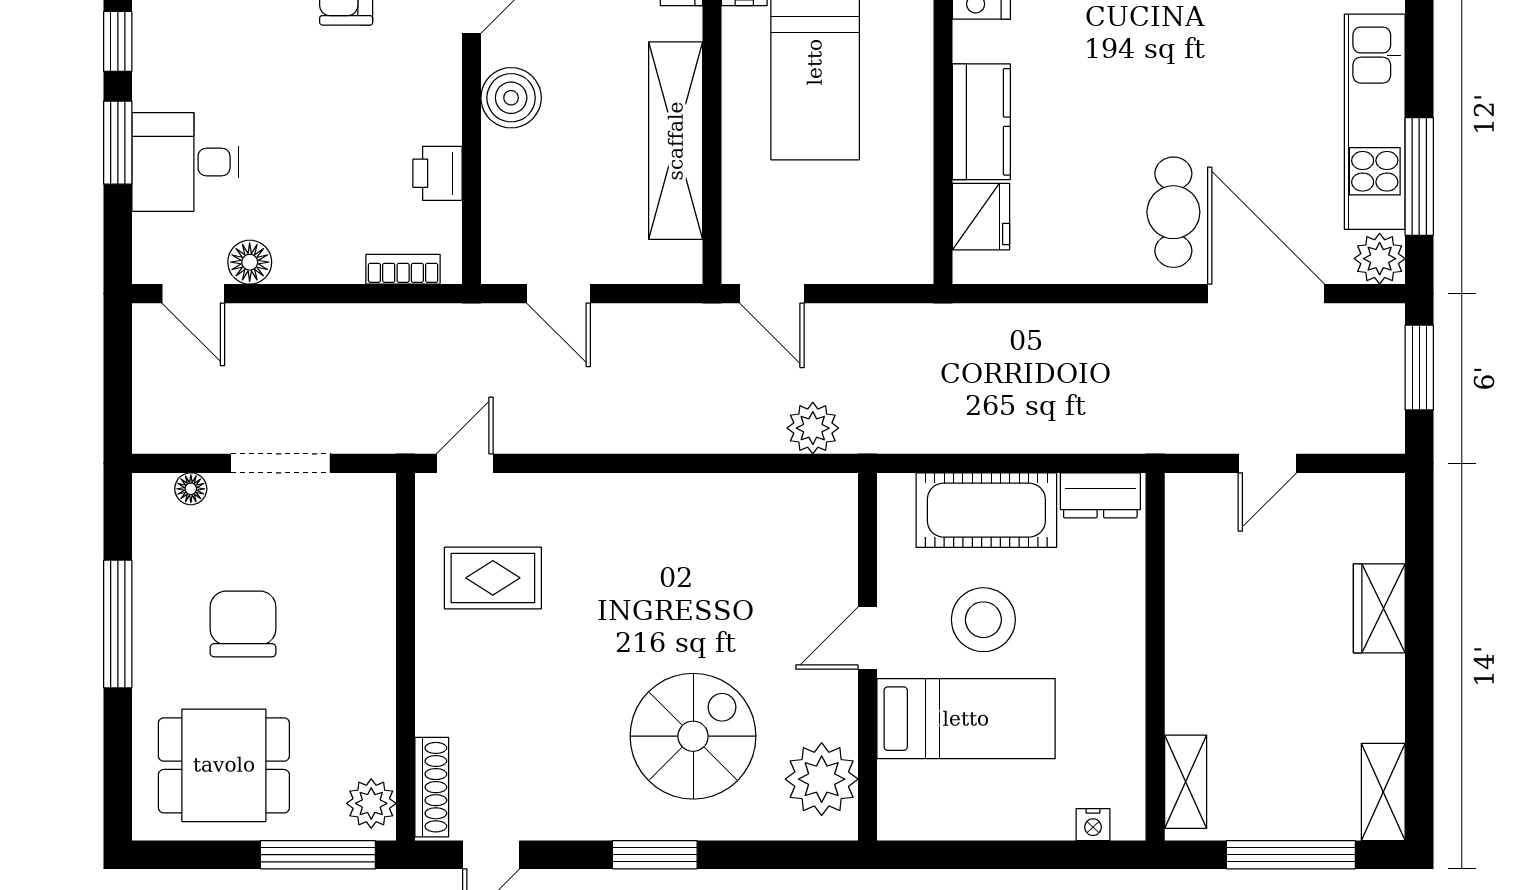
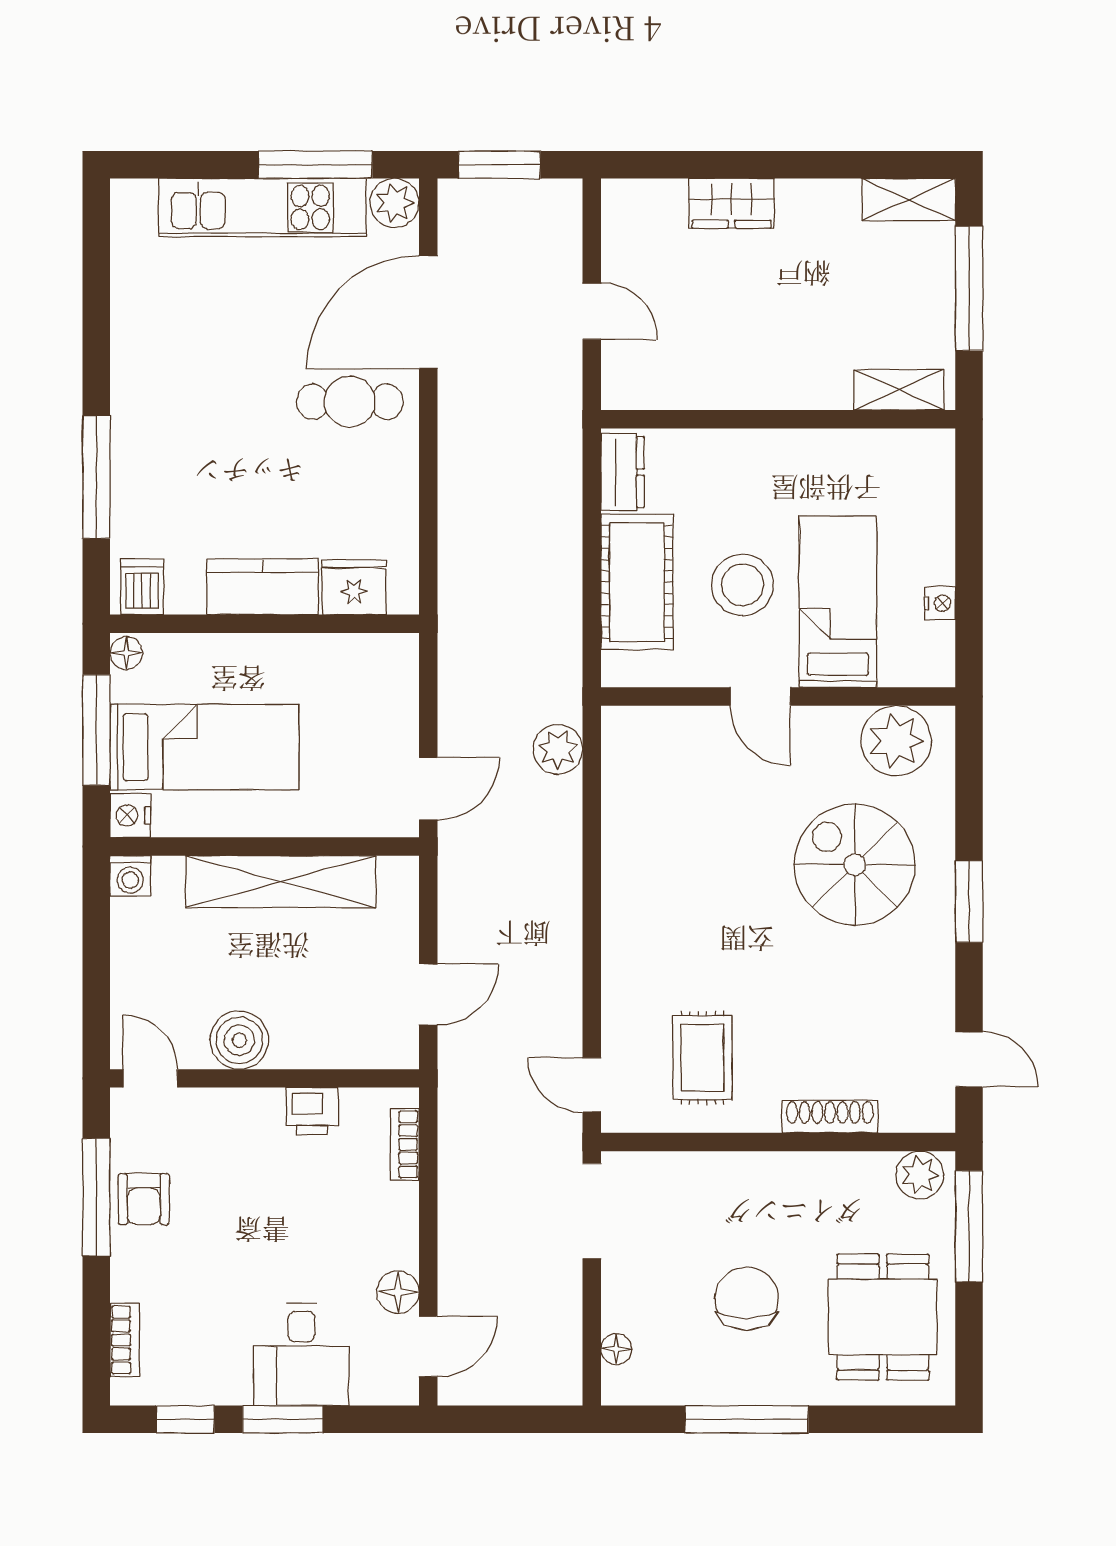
doorway: (281, 463) -> (592, 1211), moved
chair: (243, 624) -> (747, 1299), turned 90
shoe rack: (432, 787) -> (830, 1117), moved
nightstand: (1093, 825) -> (940, 603), moved

